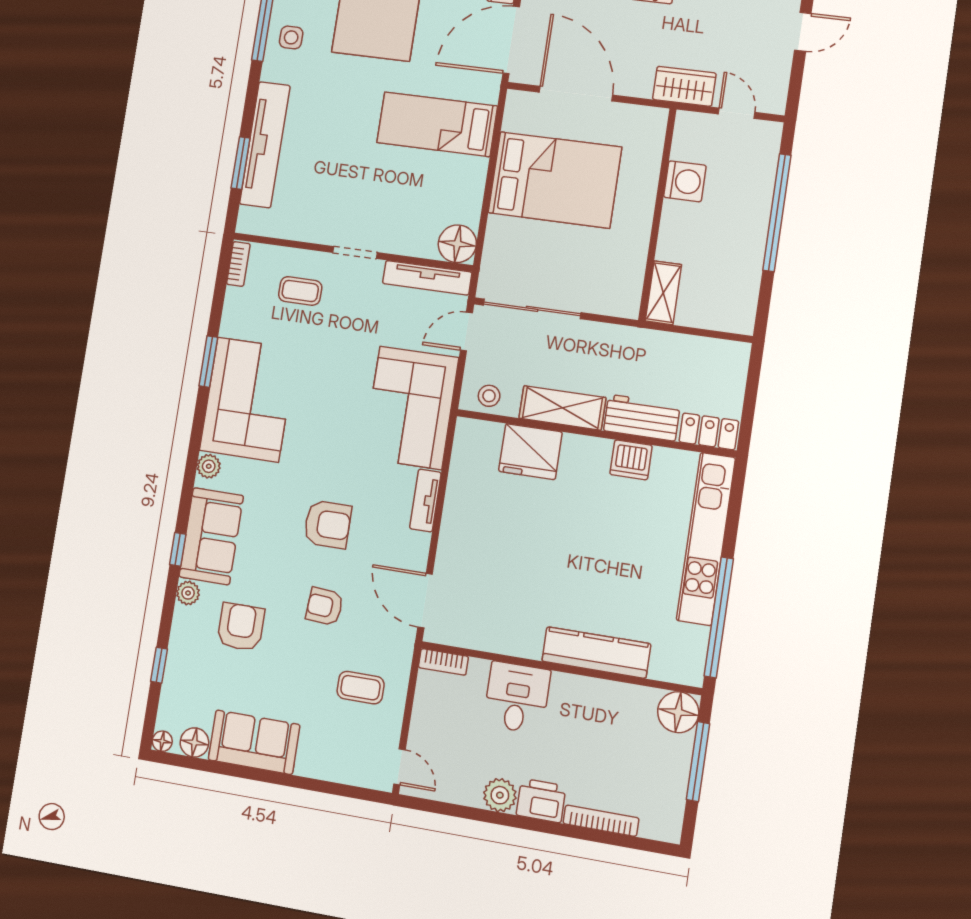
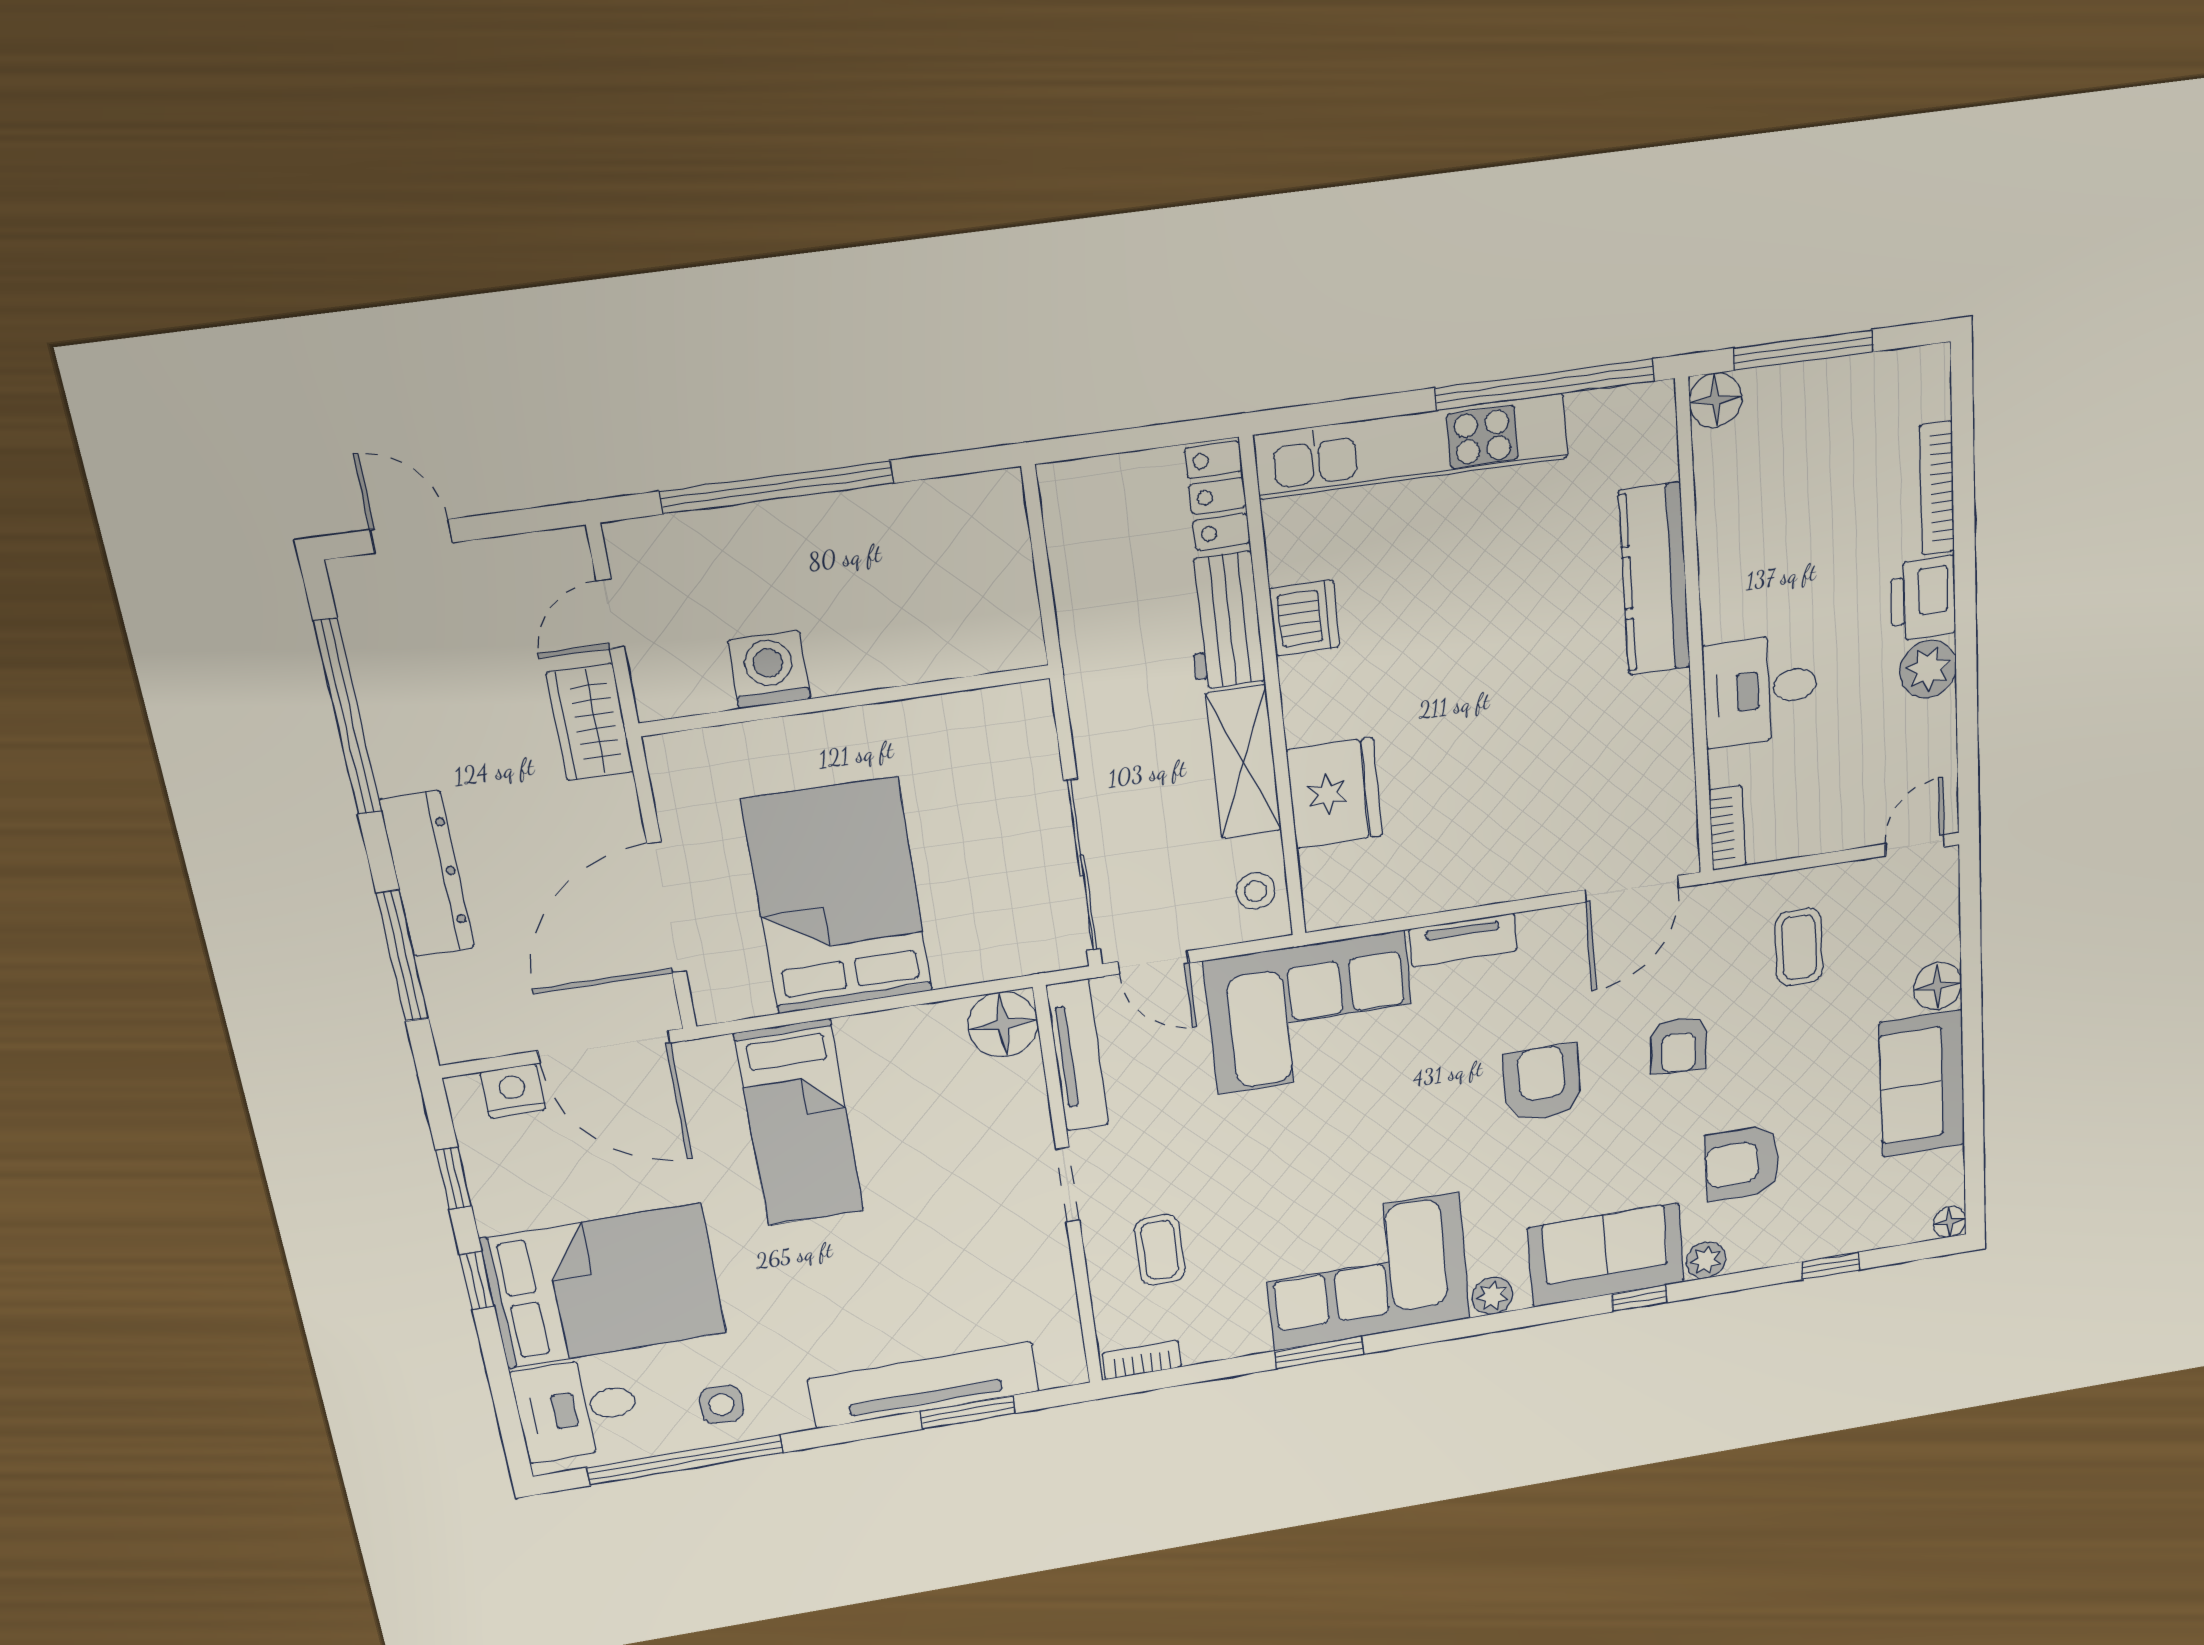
shelving: (663, 293) -> (987, 648), removed
floor lamp: (678, 712) -> (1715, 400), width x0.73, depth x0.73
floor lamp: (194, 742) -> (1938, 986), moved

